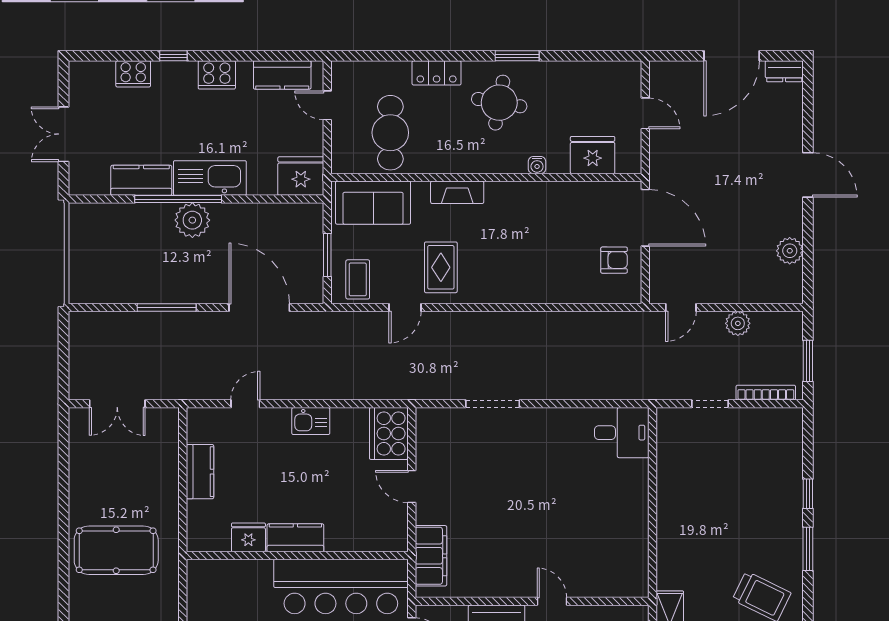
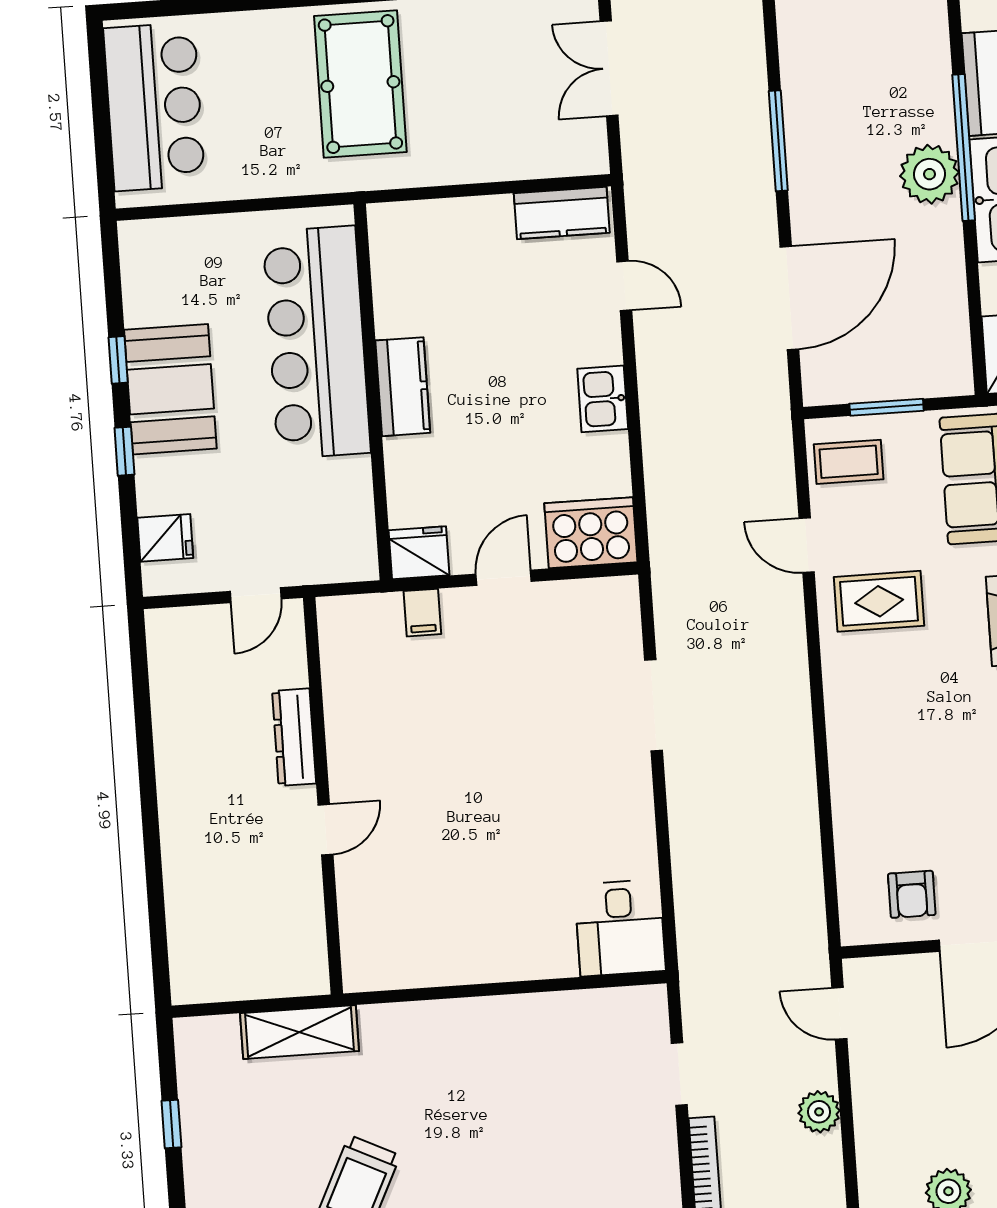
kitchen counter: (200, 472) -> (562, 213), moved
fridge: (248, 537) -> (419, 553), moved, turned -90
filing cabinet: (431, 556) -> (422, 613), width x0.33, depth x0.86
bar counter: (341, 587) -> (317, 342), moved

